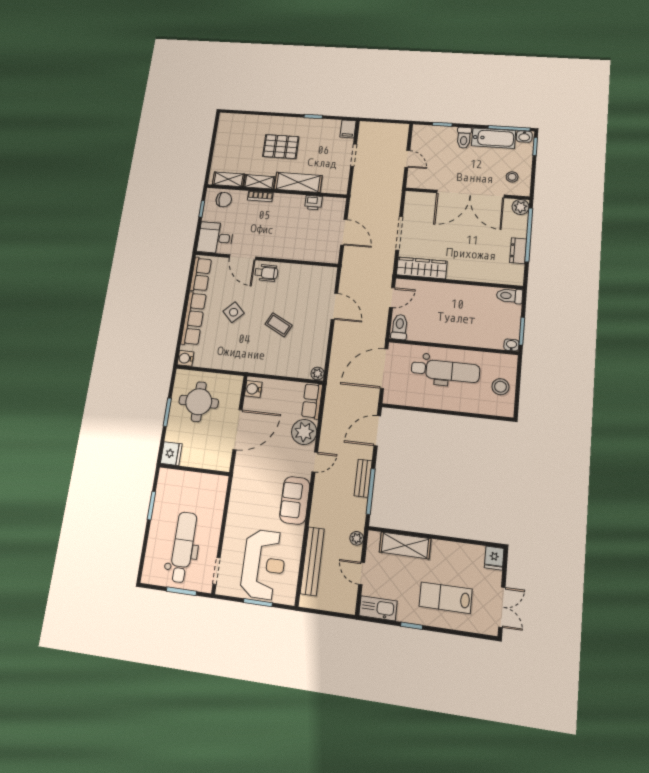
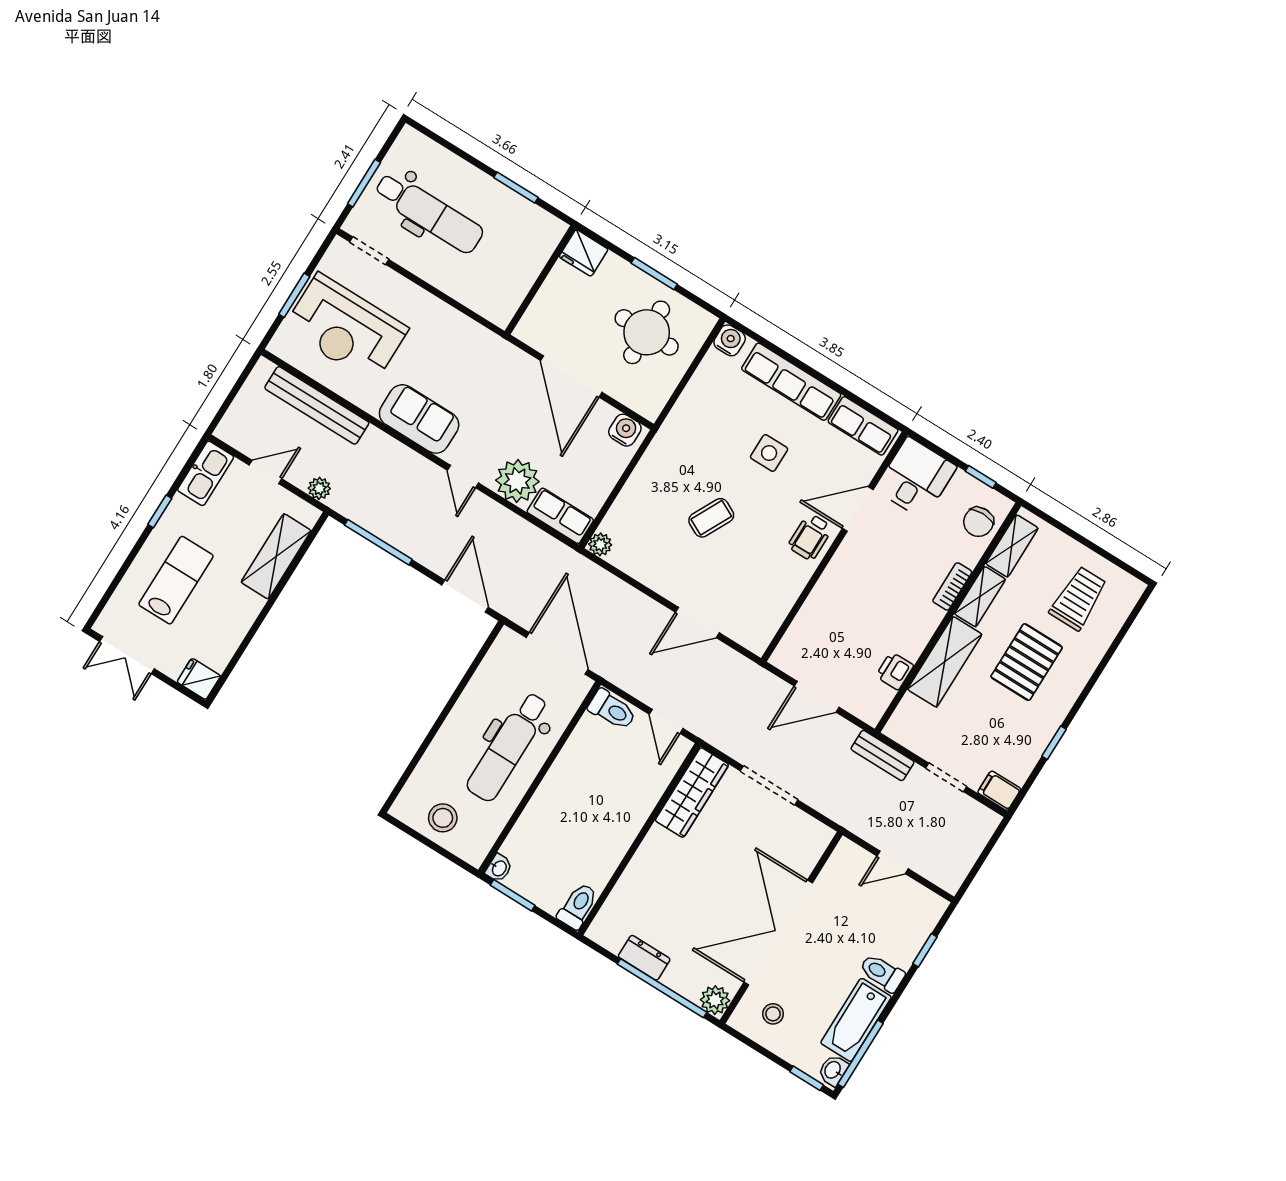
trolley: (240, 139) -> (1078, 598), added
side table: (234, 312) -> (769, 453), turned 45
bench: (363, 478) -> (883, 755), moved

